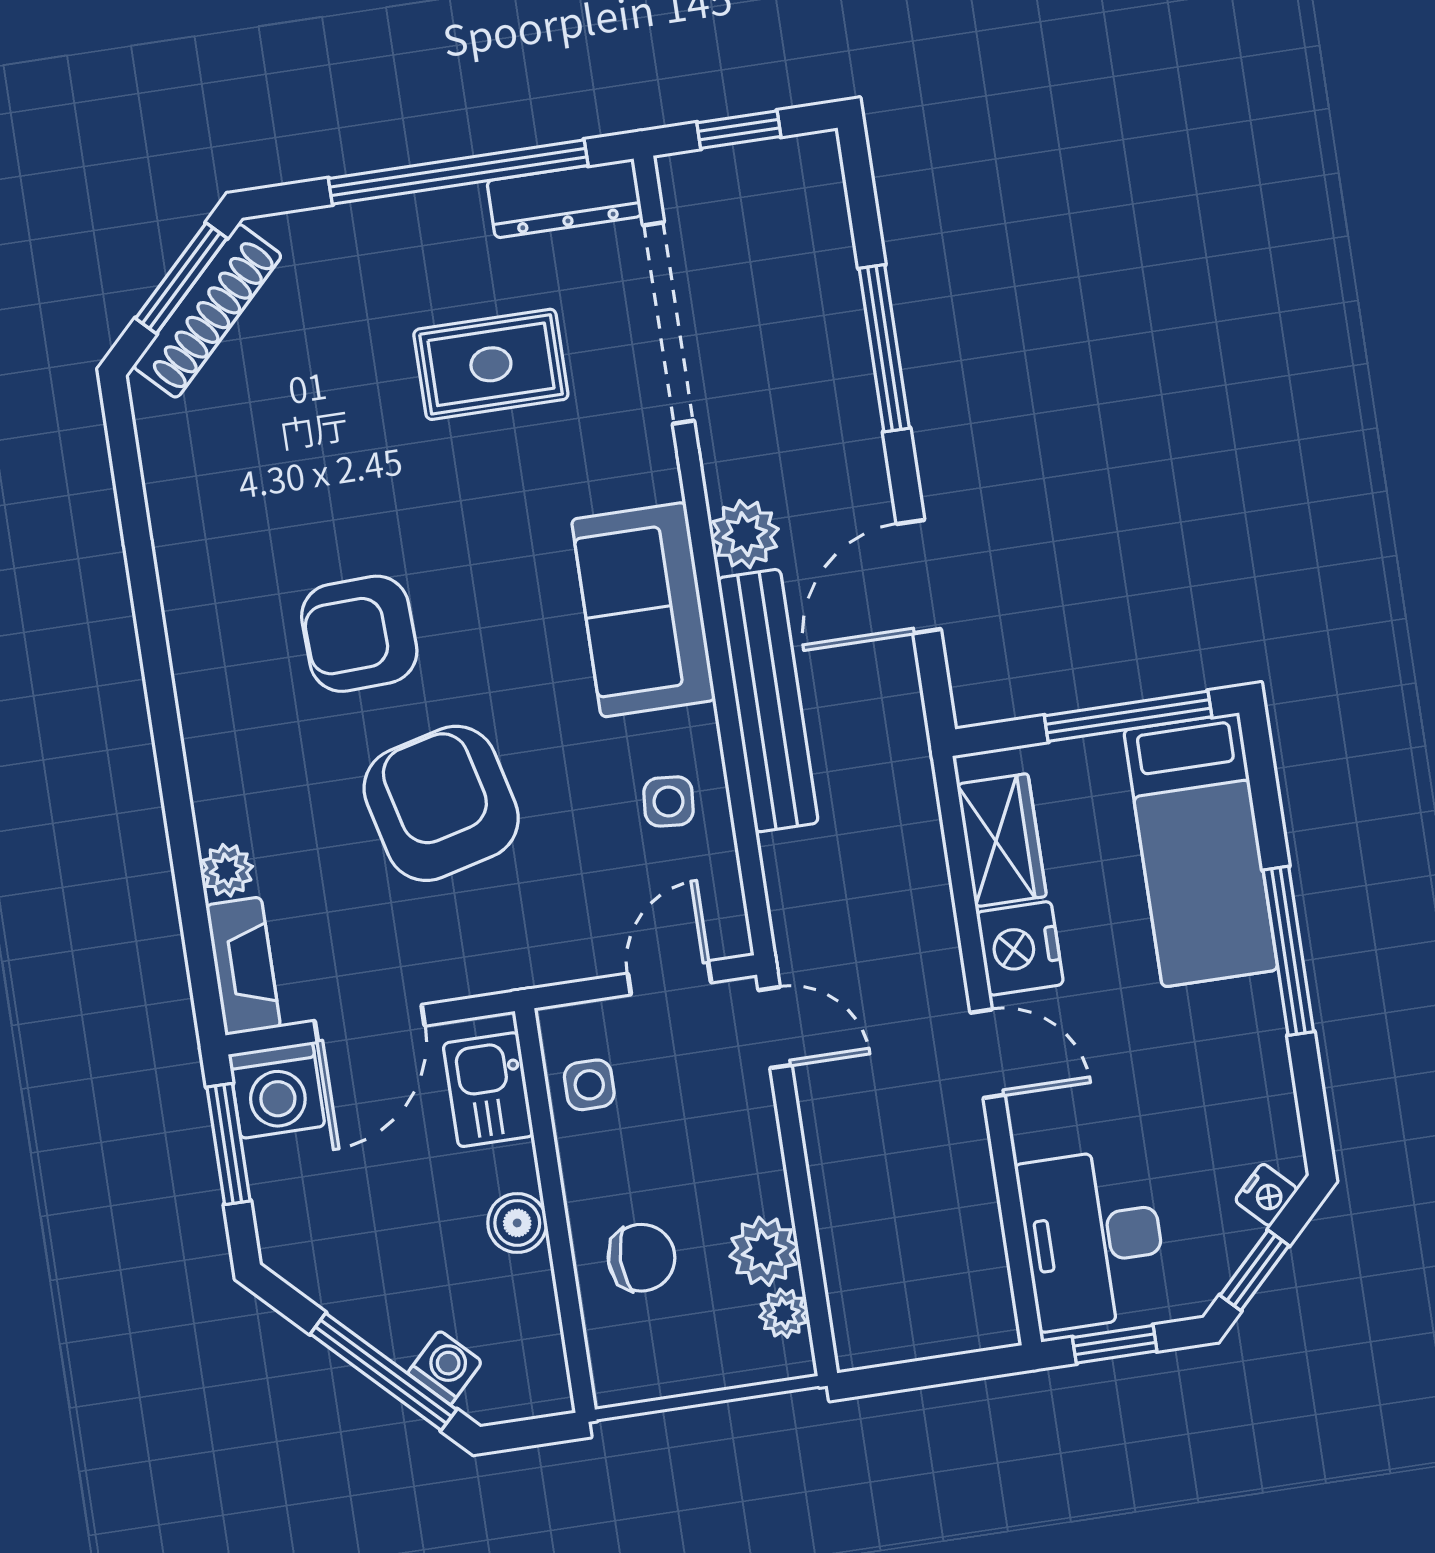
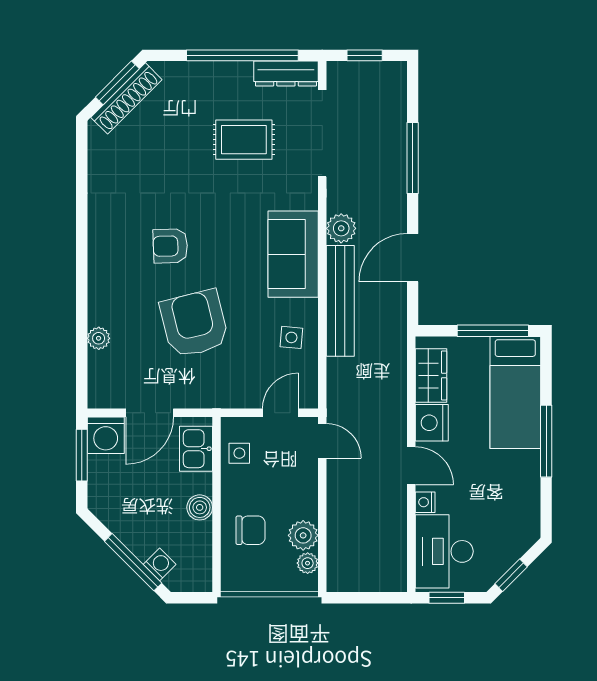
armchair: (359, 634) -> (170, 246), width x0.72, depth x0.72
fireplace: (243, 966) -> (99, 380), removed
nightstand: (1266, 1195) -> (425, 502), moved, turned 135

